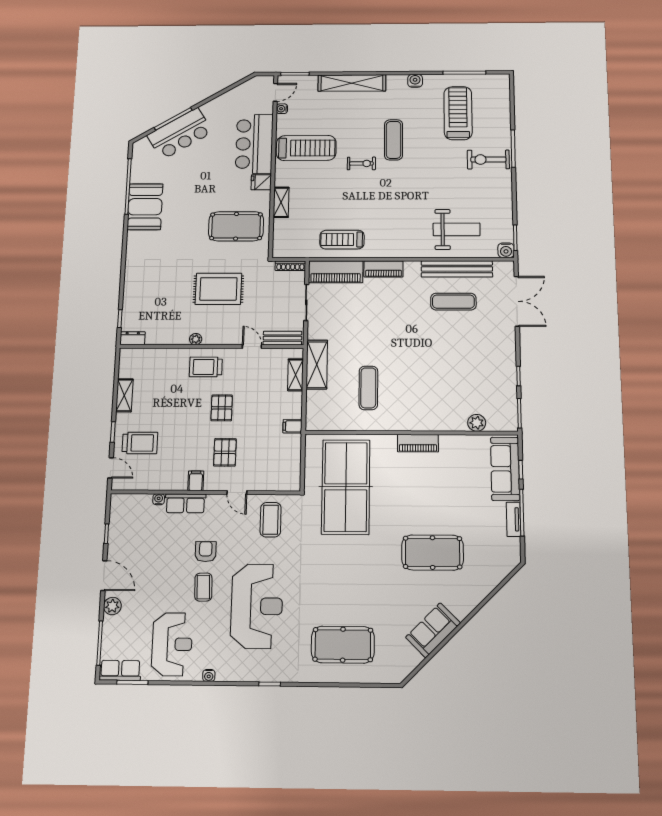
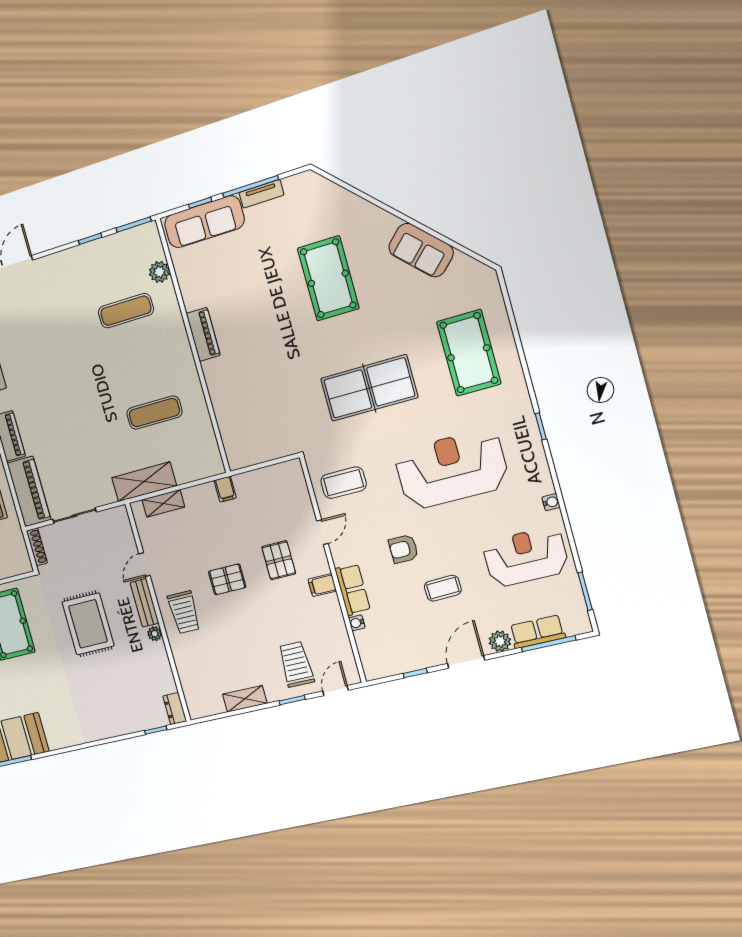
exercise mat: (453, 302) -> (126, 311), moved, turned 90
bench: (282, 338) -> (145, 603), moved
pallet: (225, 452) -> (279, 560), turned 90
table tennis table: (346, 487) -> (369, 388), moved, width x0.73, depth x0.76
coffee table: (203, 587) -> (443, 588), moved
row of seats: (120, 670) -> (537, 632), moved, turned 90

